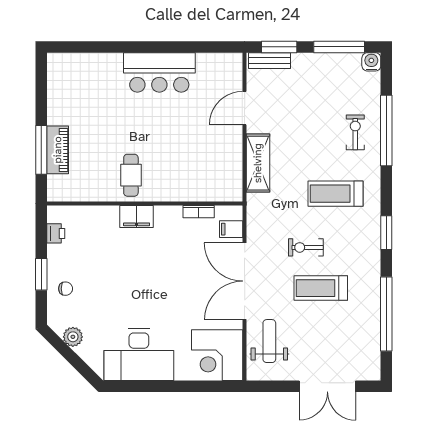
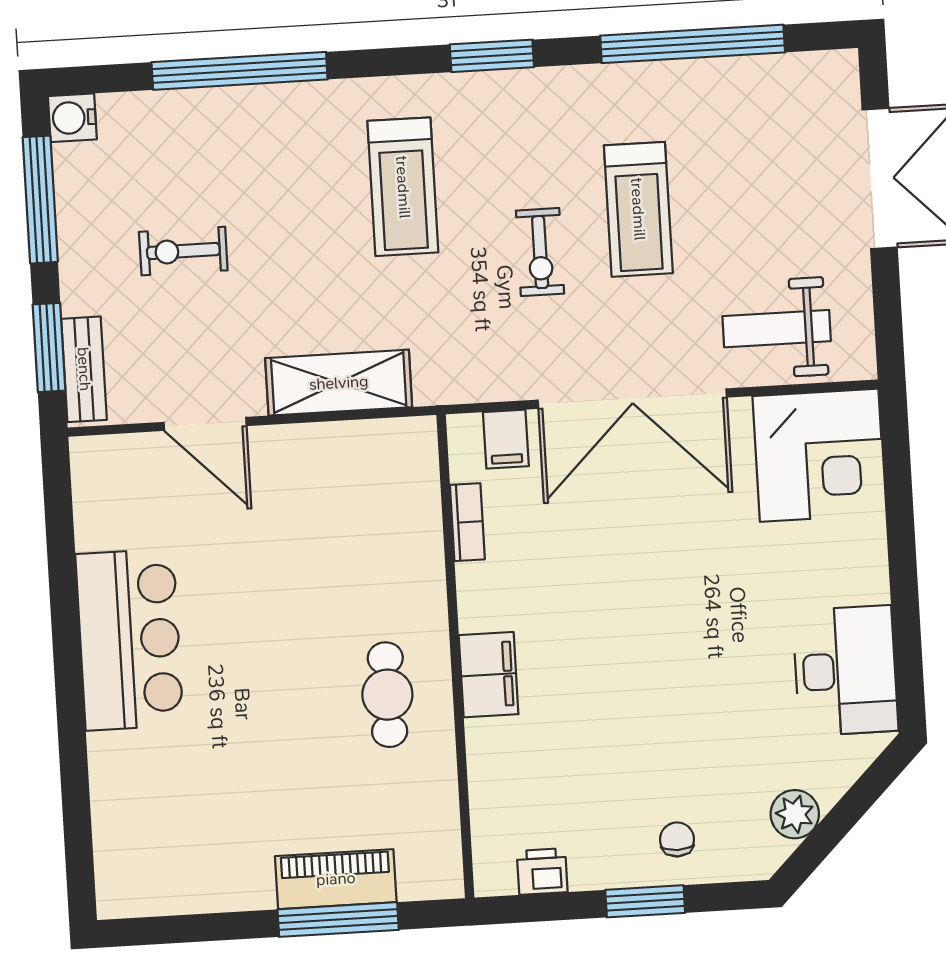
exercise bike: (355, 132) -> (183, 251), moved
cafe table: (131, 175) -> (387, 695), turned 90
desk: (139, 355) -> (845, 671), width x0.73, depth x0.77

